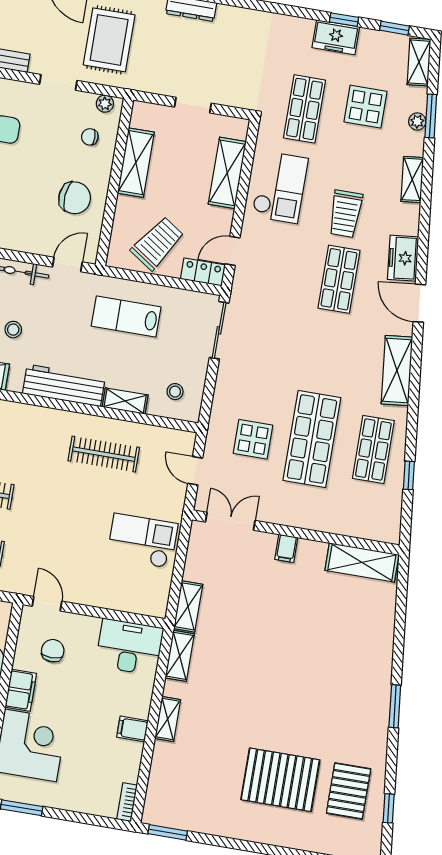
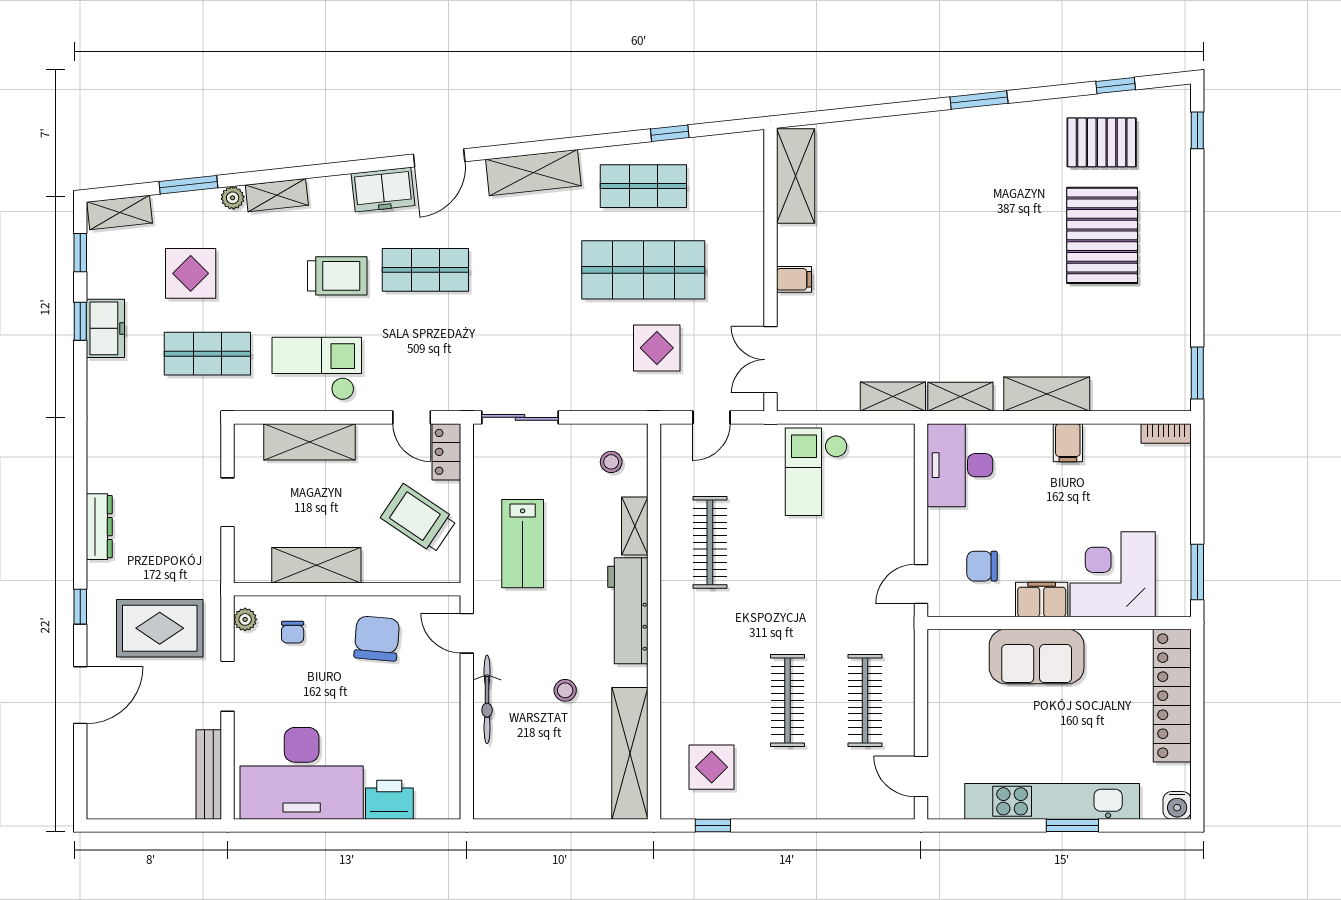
plant: (417, 121) -> (233, 198), moved
shelving: (168, 719) -> (1047, 394), width x1.50, depth x1.33

